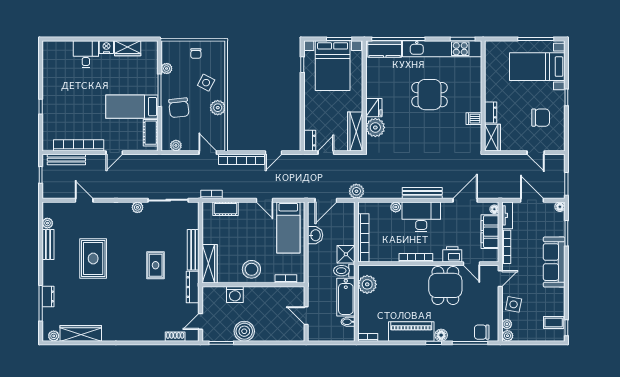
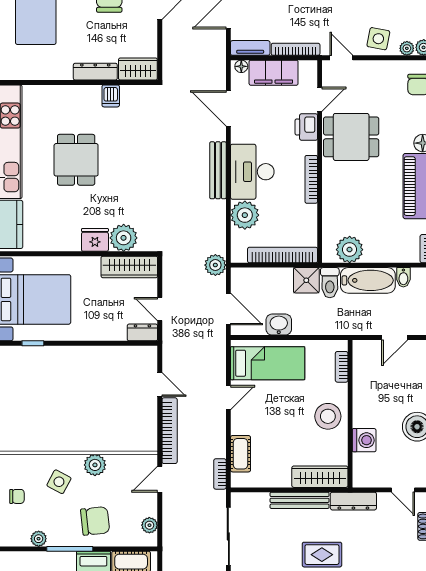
dresser: (491, 112) -> (95, 72), width x1.44
plant: (396, 207) -> (245, 215), width x1.88, depth x1.88

